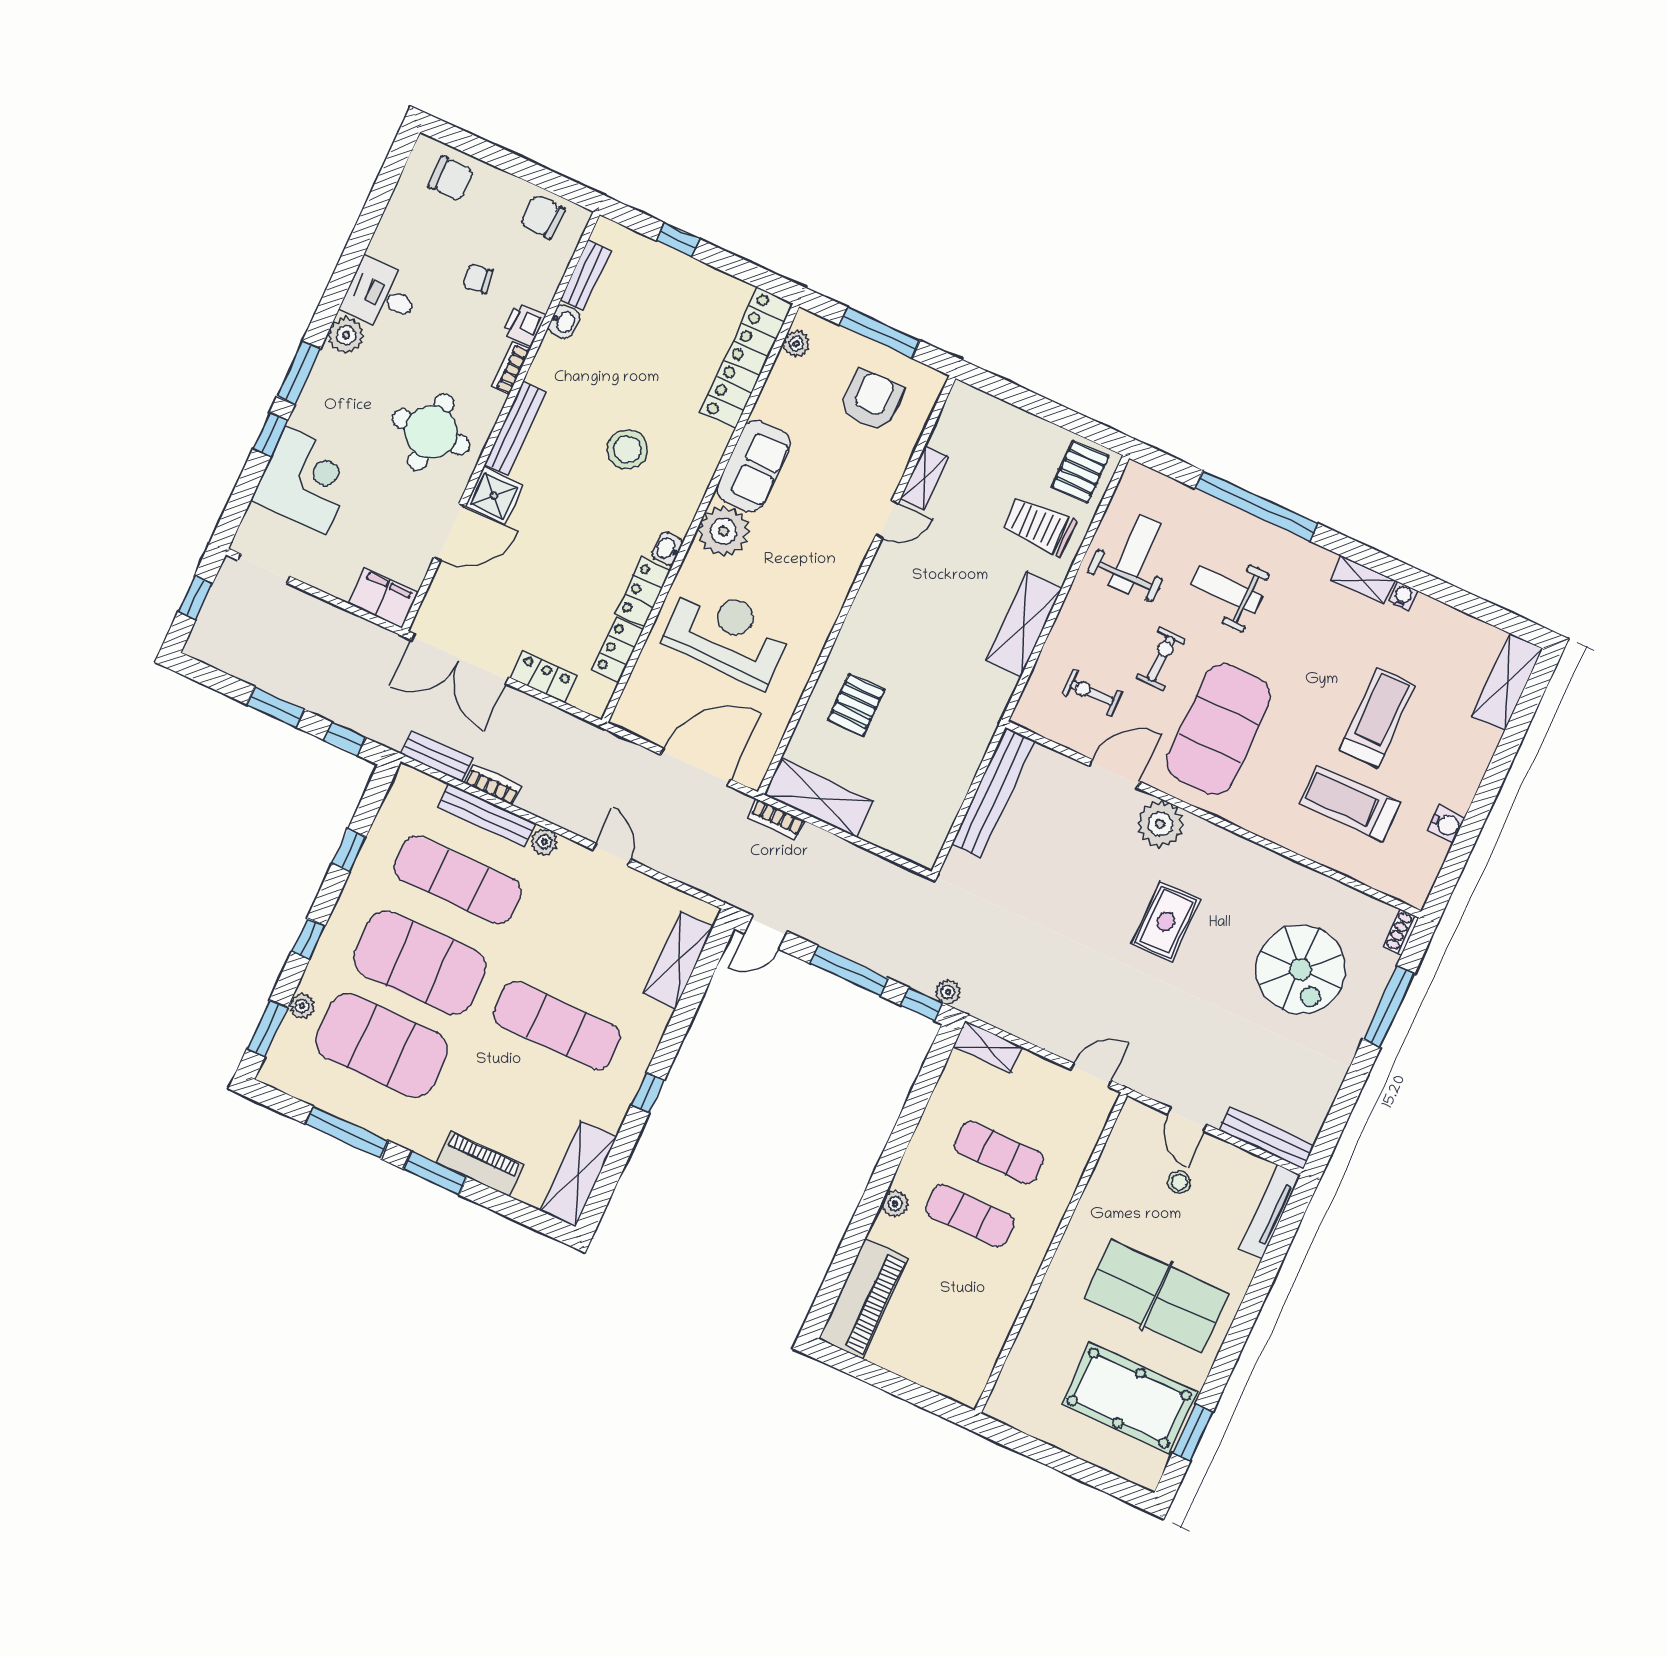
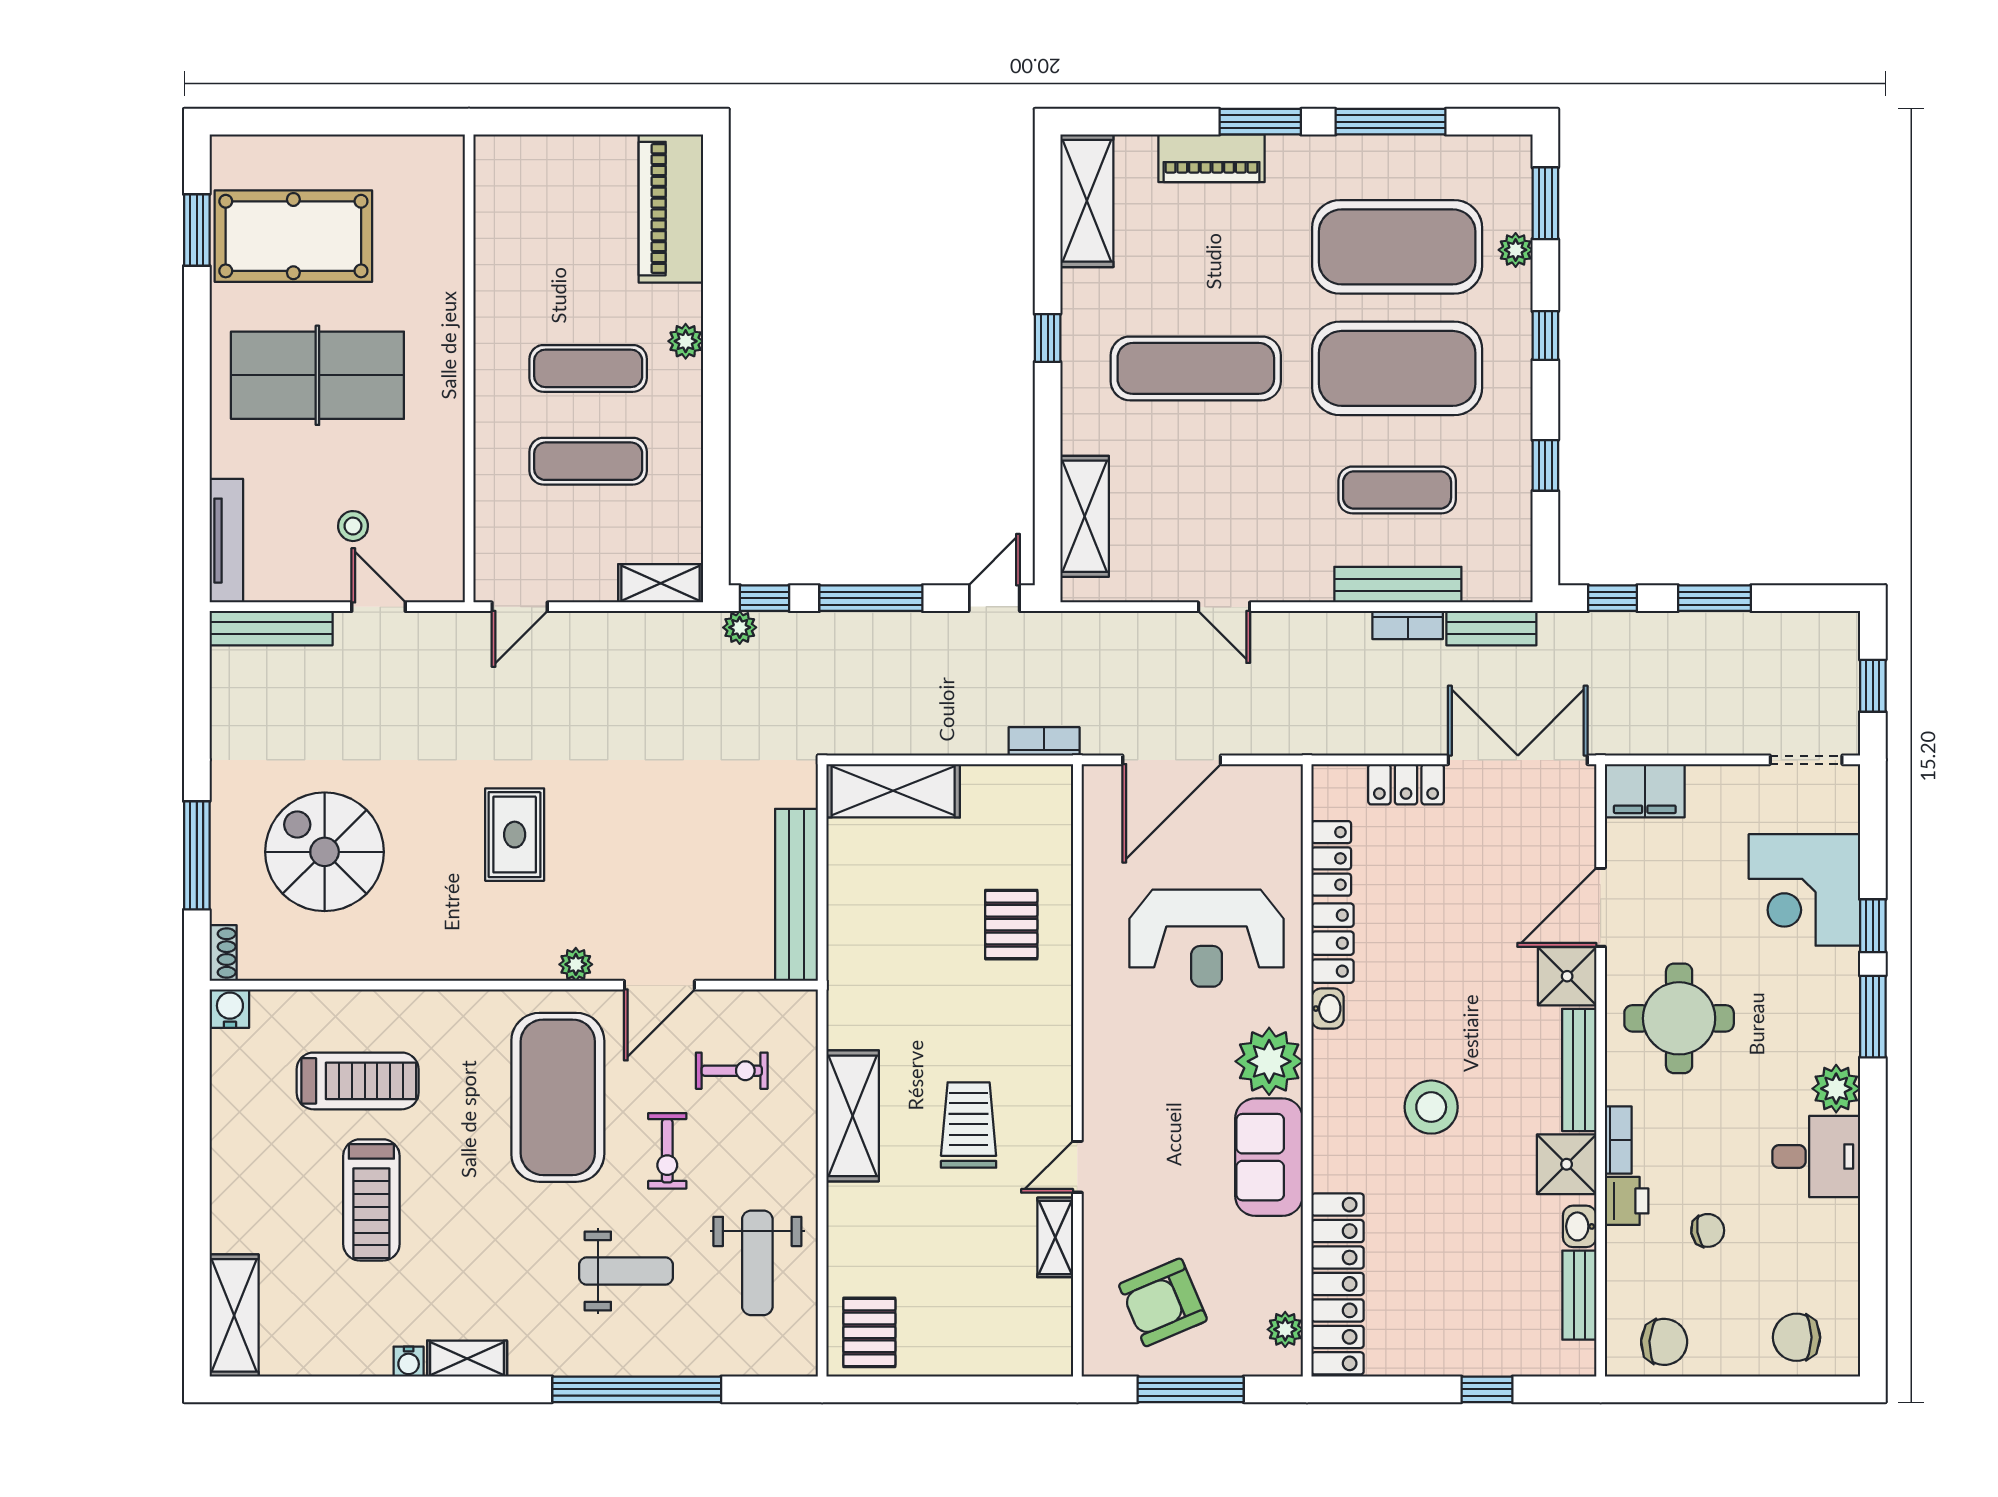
shower: (553, 368) -> (1567, 1164), added
armchair: (871, 400) -> (1163, 1302), turned 67
trolley: (1040, 526) -> (969, 1125), moved, turned -90
shelving: (819, 798) -> (893, 791), moved
plant: (1160, 824) -> (576, 964), width x0.53, depth x0.53
water cooler: (1446, 824) -> (230, 1009), moved, turned 90
plant: (544, 842) -> (1313, 585), removed
exercise mat: (458, 880) -> (1397, 490), width x0.73, depth x0.69

